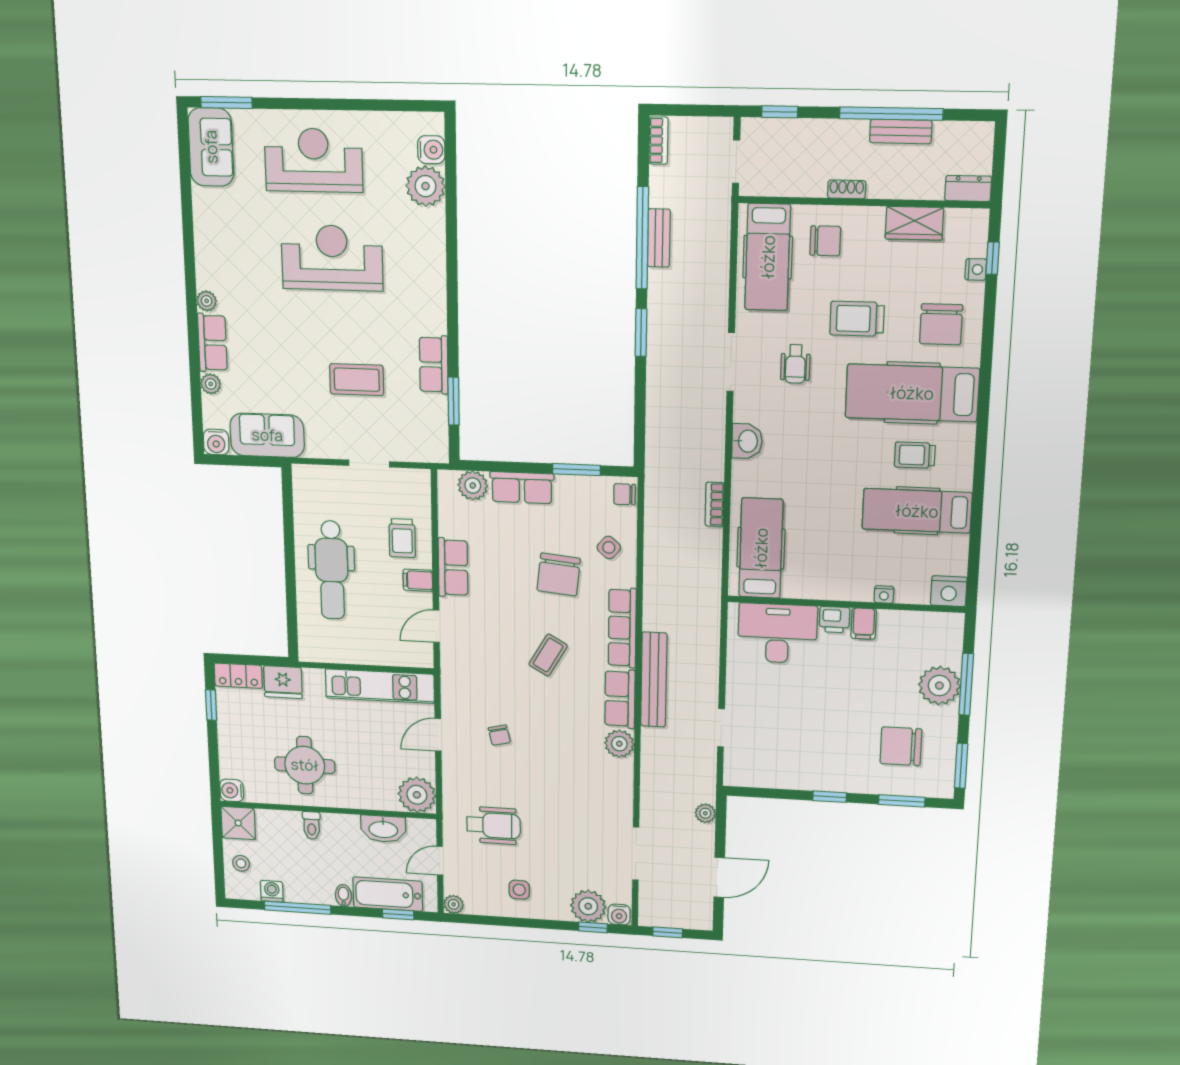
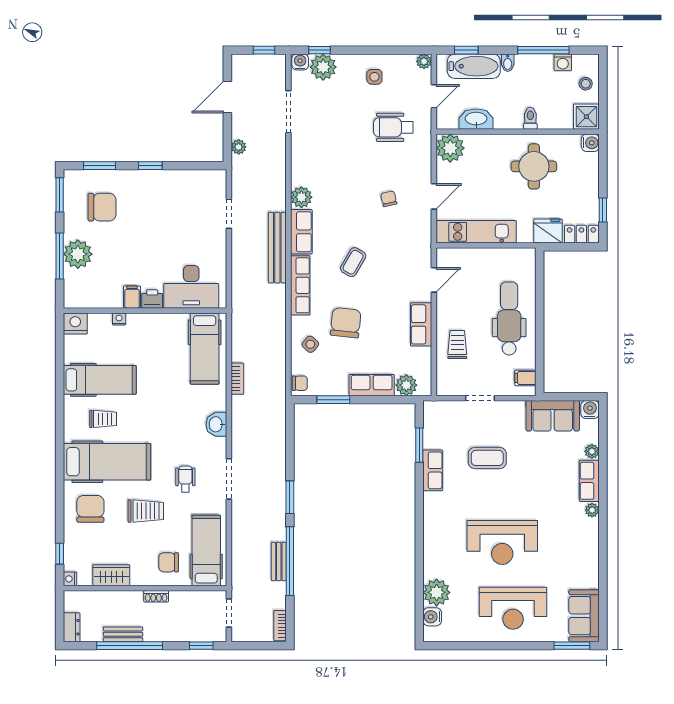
dresser: (968, 188) -> (72, 627), moved, turned -90
nightstand: (976, 269) -> (70, 579), moved
filing cabinet: (418, 580) -> (525, 378), moved, turned 180

